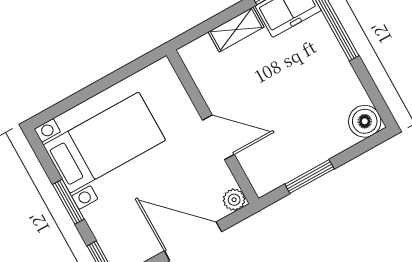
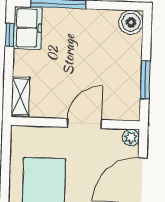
shelving: (236, 30) -> (20, 96), moved

